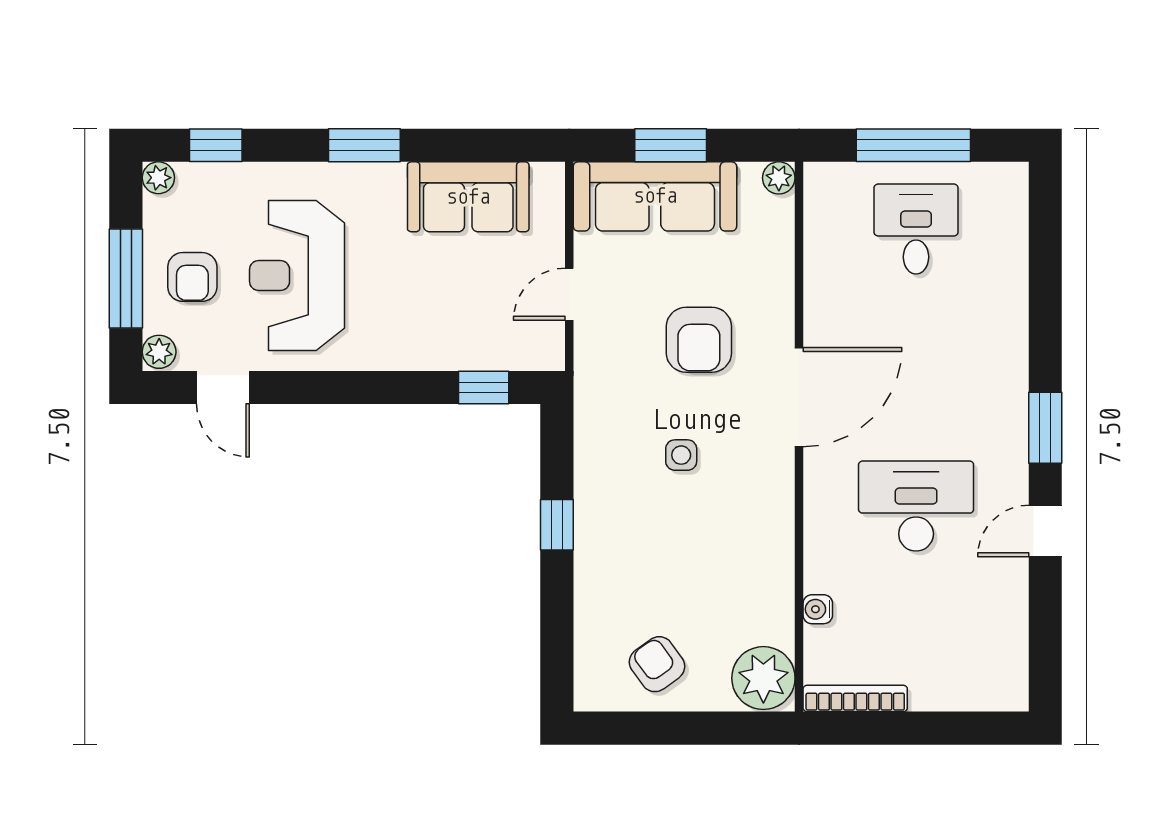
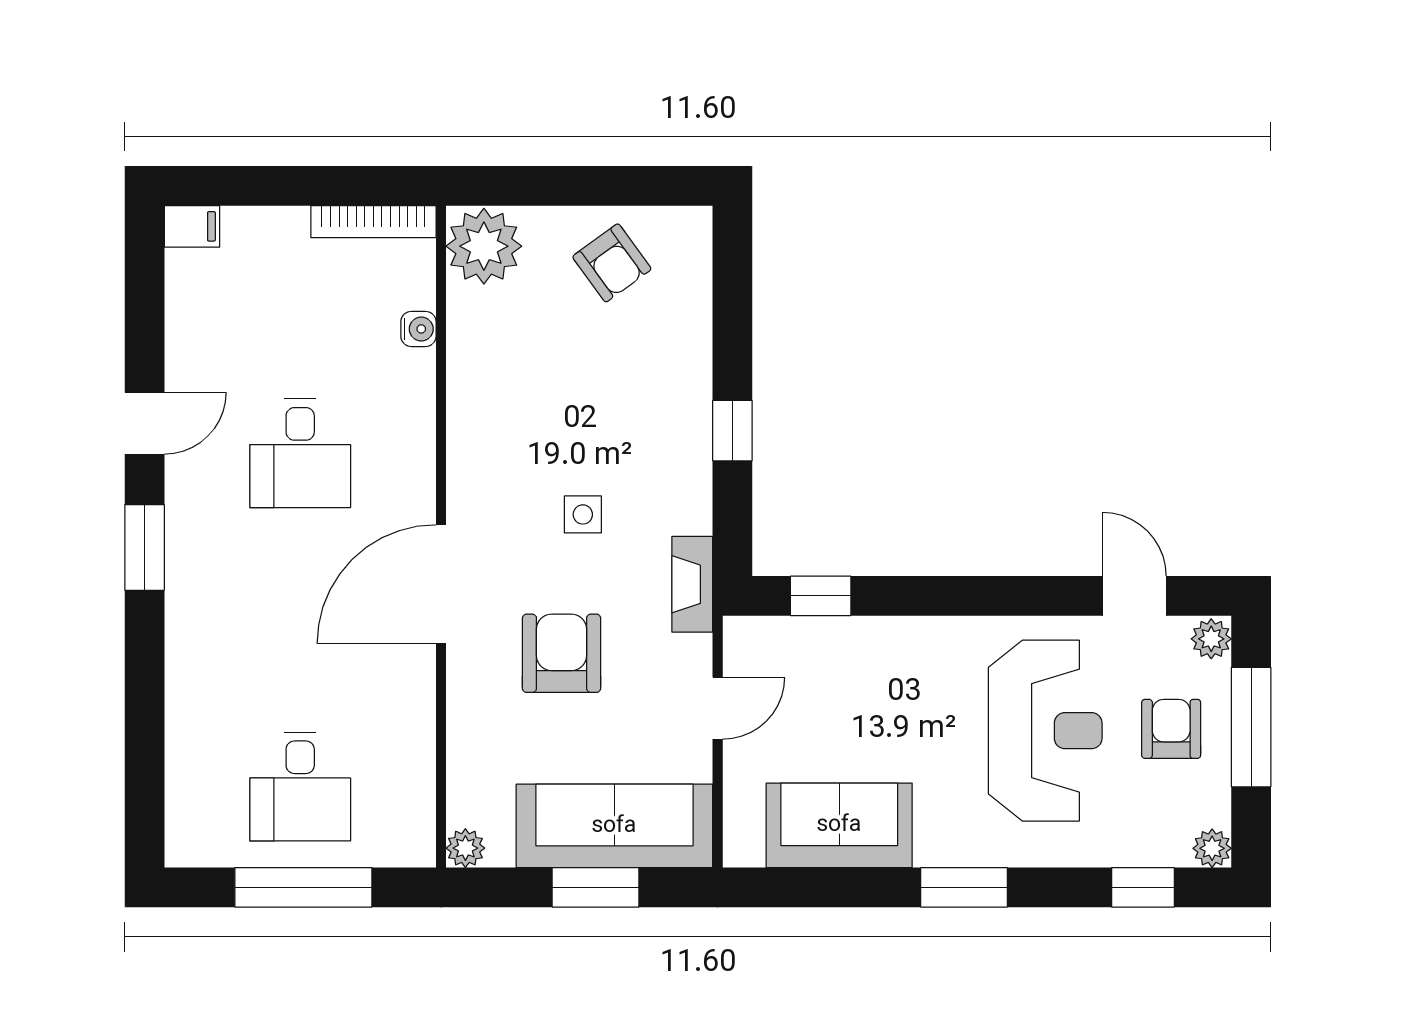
fireplace: (590, 397) -> (692, 584), added
desk: (916, 506) -> (300, 453), width x0.73
filing cabinet: (1006, 694) -> (192, 226), added

